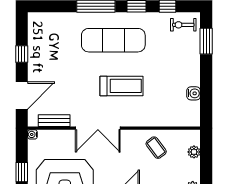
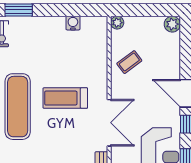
treadmill: (122, 86) -> (65, 98), turned -90
plant: (194, 152) -> (117, 23), moved

